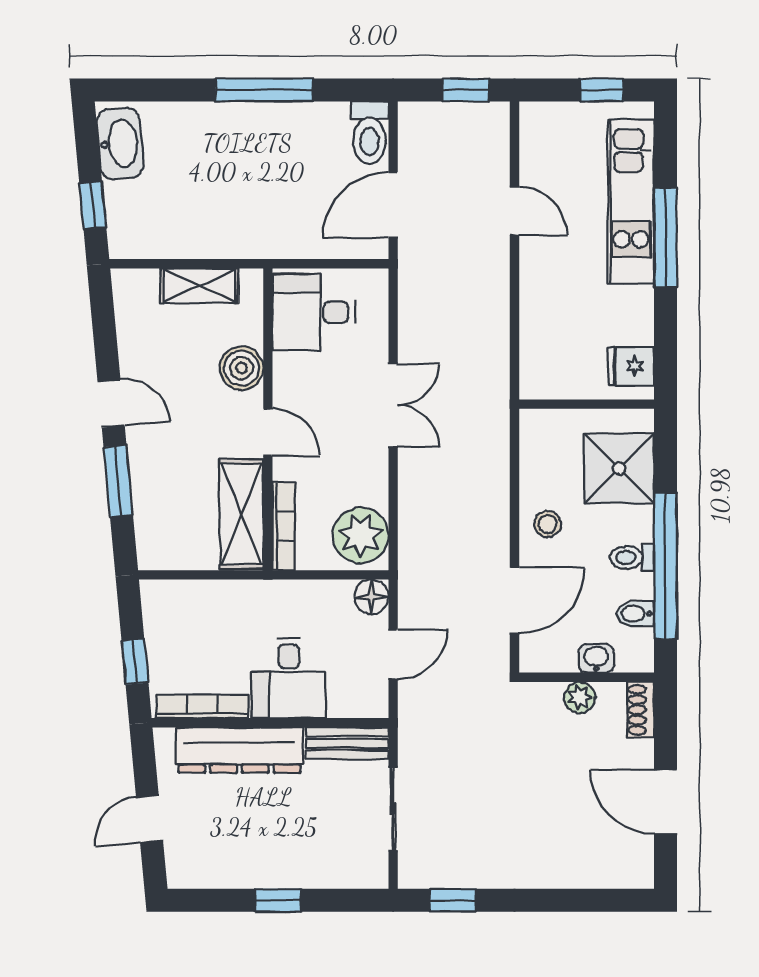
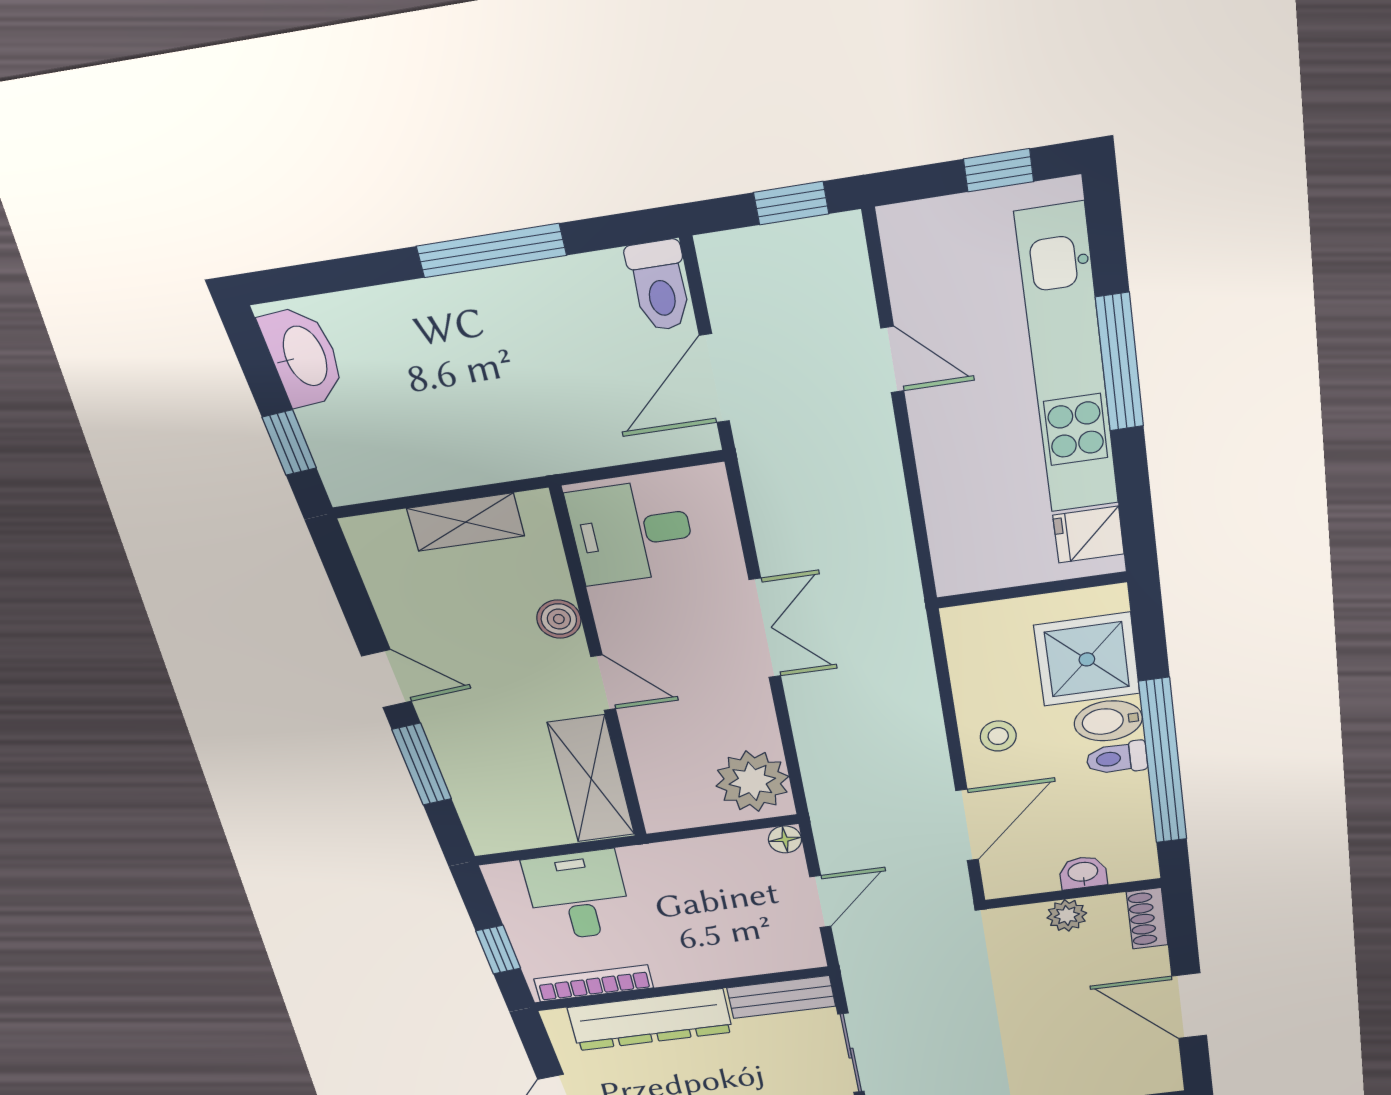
kitchen unit: (631, 202) -> (1068, 361), width x1.36
boiler: (242, 368) -> (559, 619), width x0.73, depth x0.73
bookcase: (284, 526) -> (650, 785), removed
floor lamp: (371, 597) -> (785, 839), width x0.73, depth x0.73
bidet: (636, 614) -> (1108, 721), moved, width x1.38, depth x1.36
desk: (289, 678) -> (578, 895), moved, turned 180

